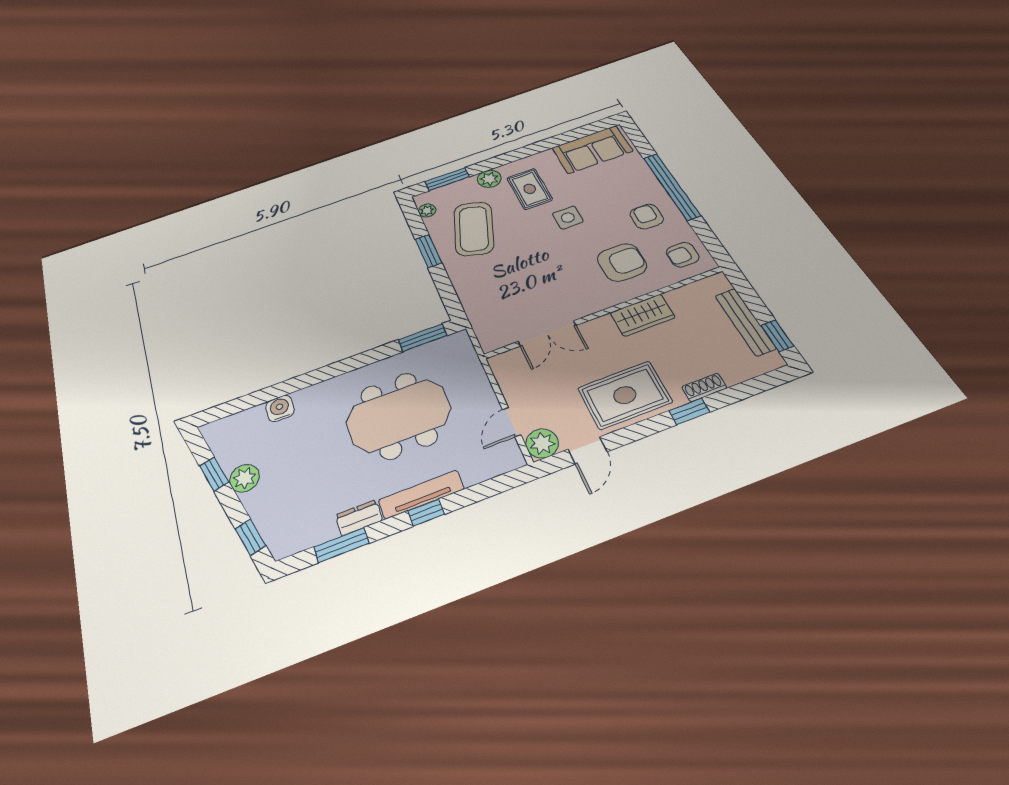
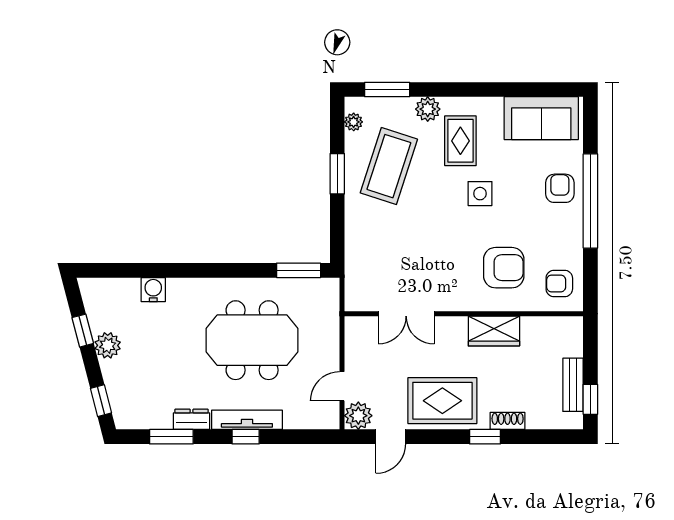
armchair: (647, 217) -> (560, 188), moved
bench: (745, 322) -> (573, 385), width x0.73

